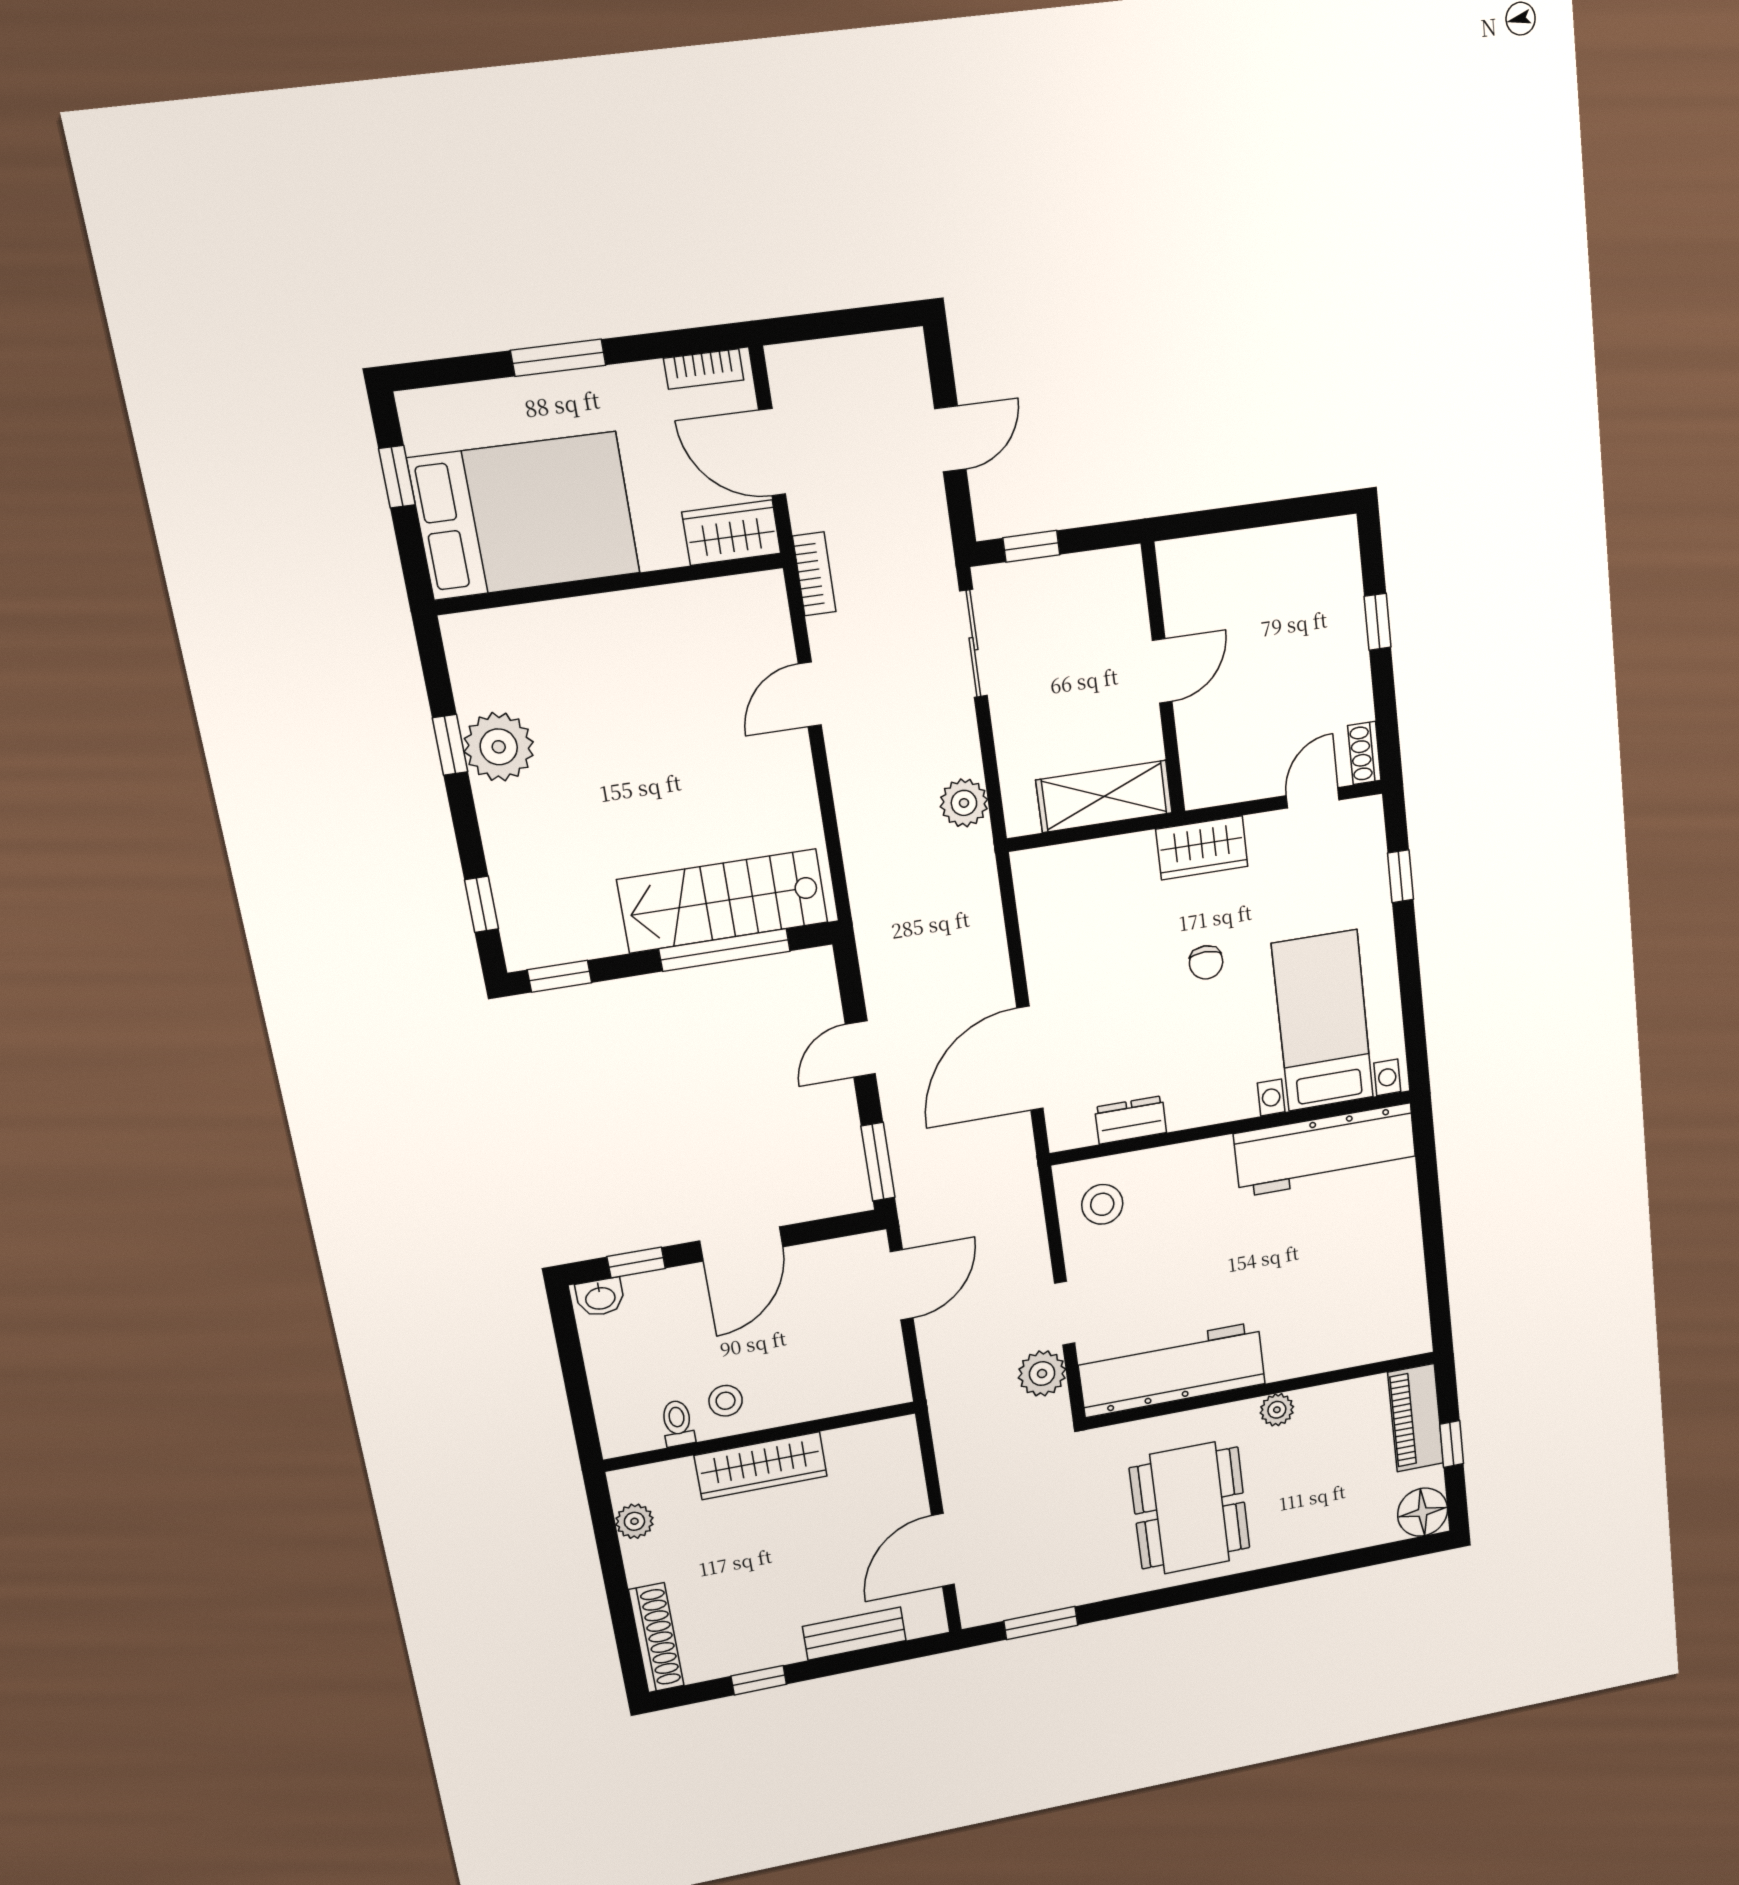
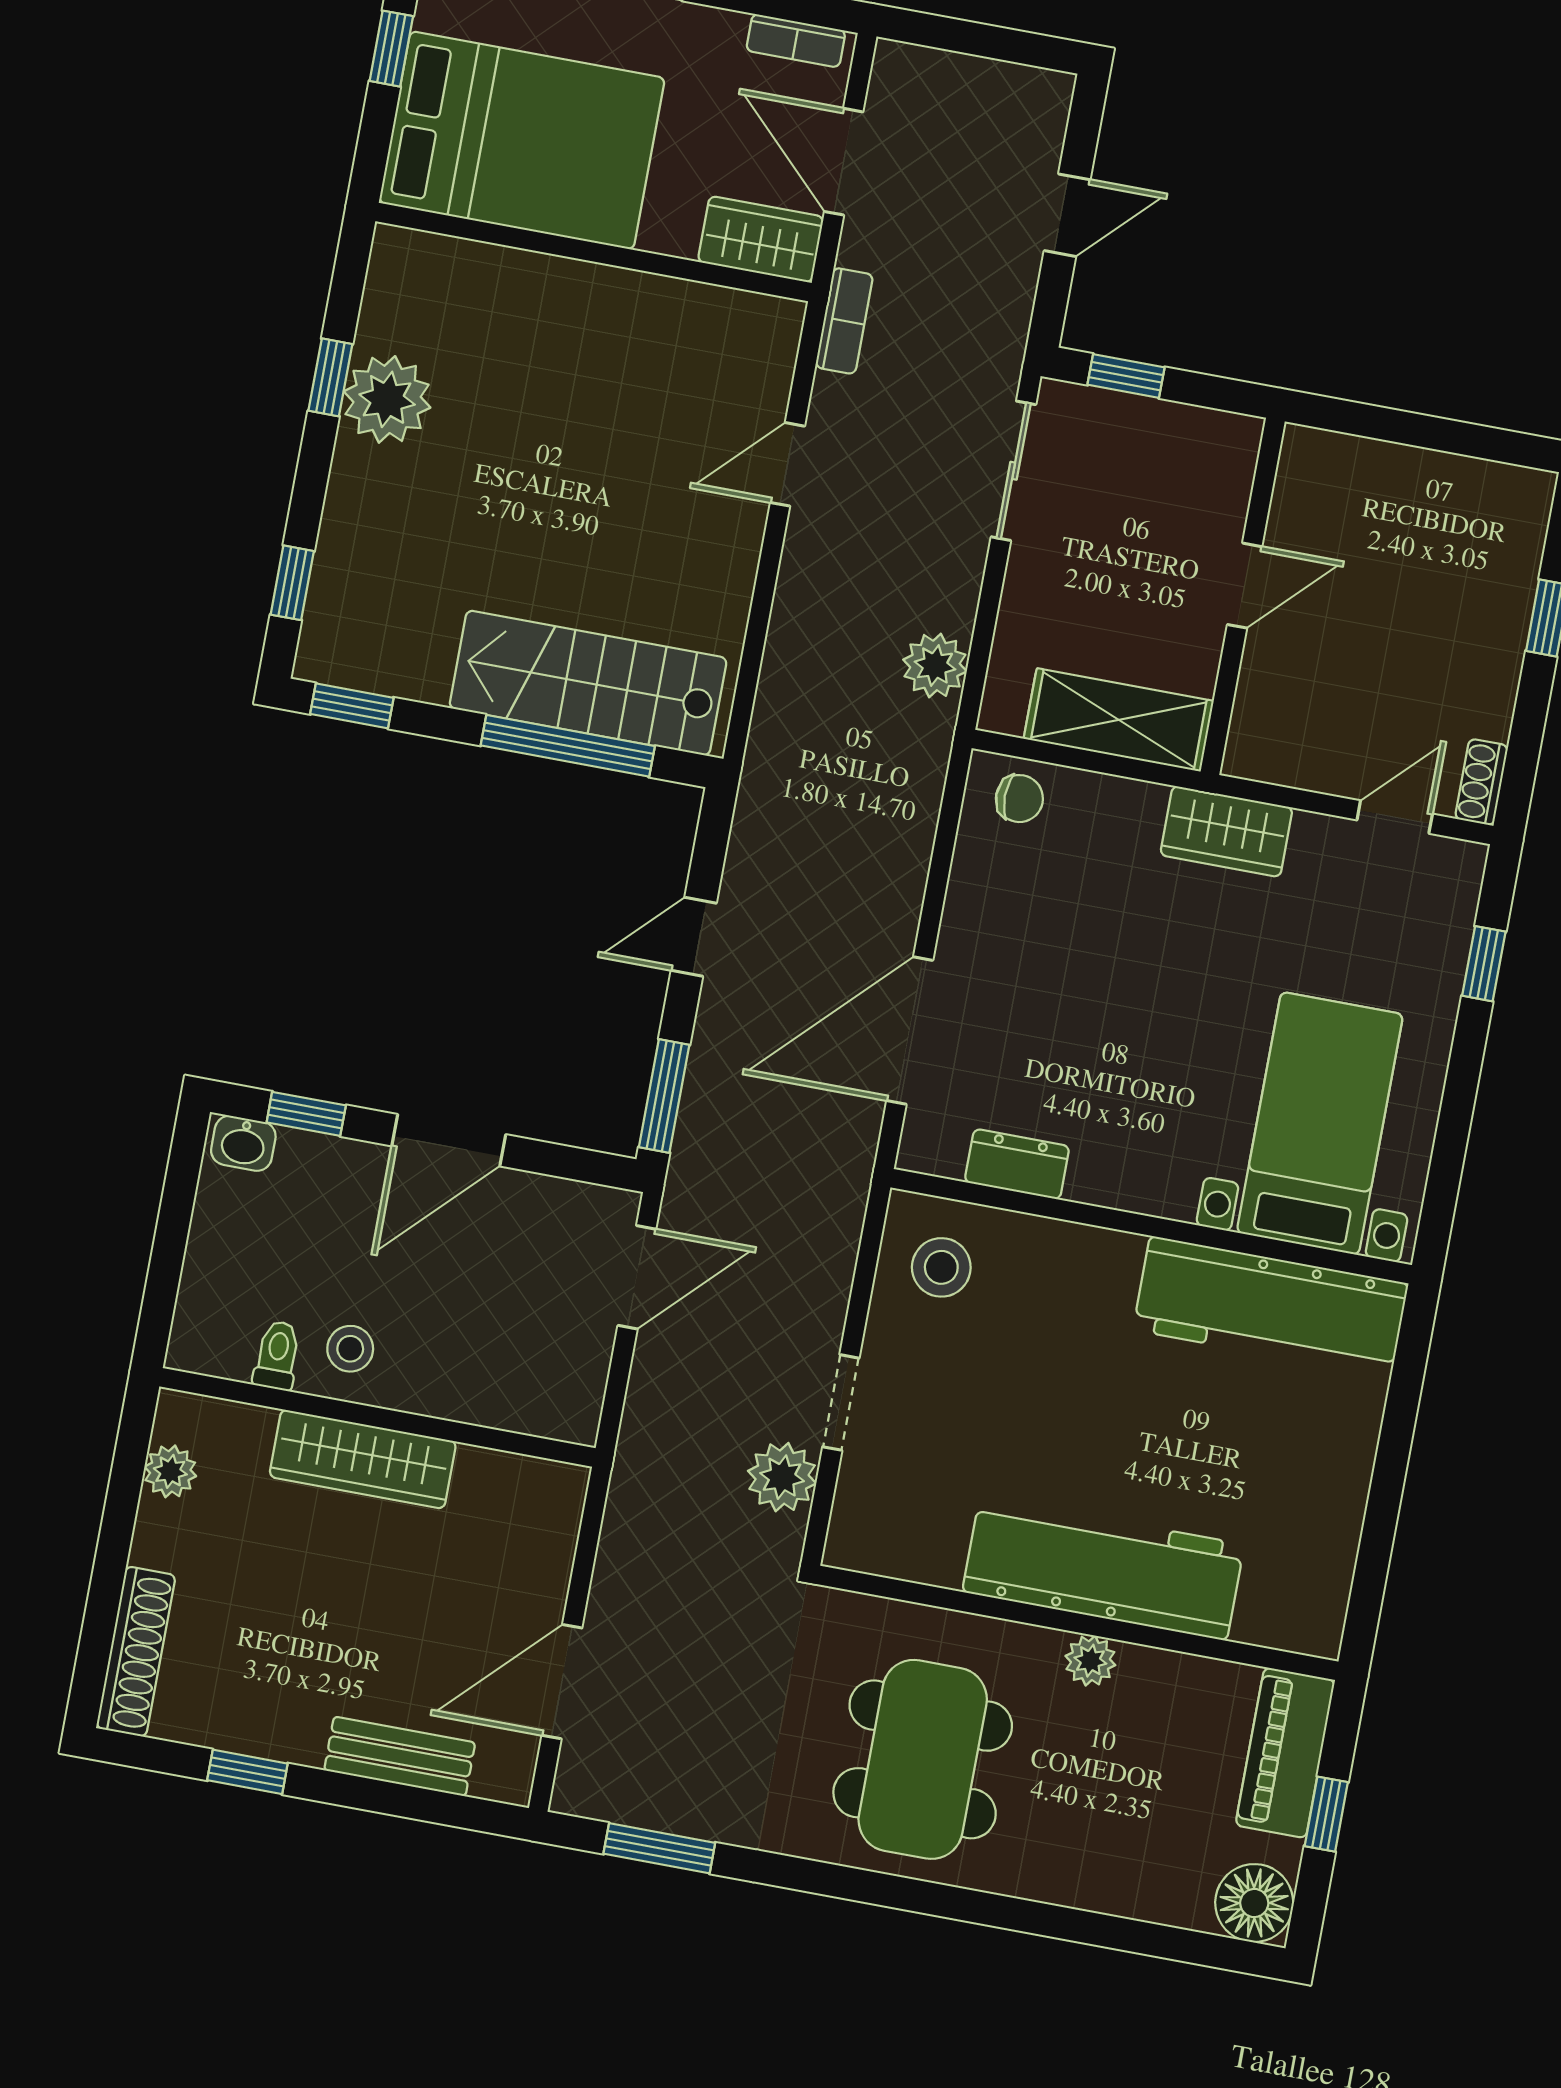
chair: (1206, 962) -> (1019, 799), moved, turned -90
workbench: (1172, 1370) -> (1103, 1568), moved

